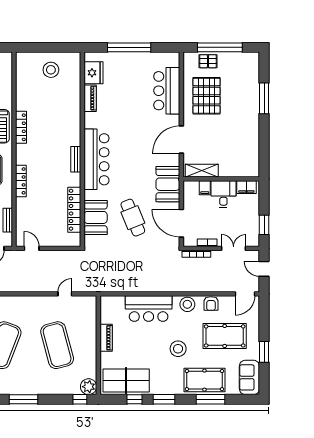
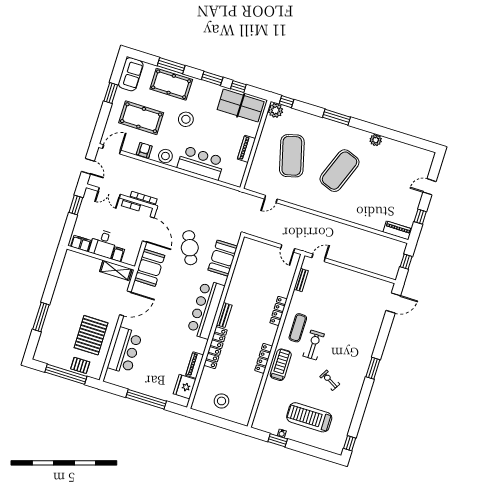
locker: (74, 210) -> (215, 348), moved

